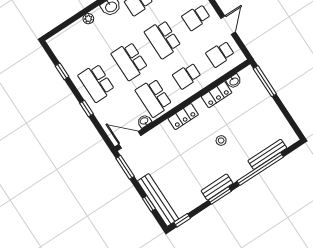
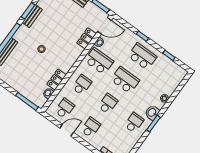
door: (228, 25) -> (67, 130), swing flipped
school desk: (163, 39) -> (108, 104), width x0.54
locker: (183, 117) -> (86, 38), moved

